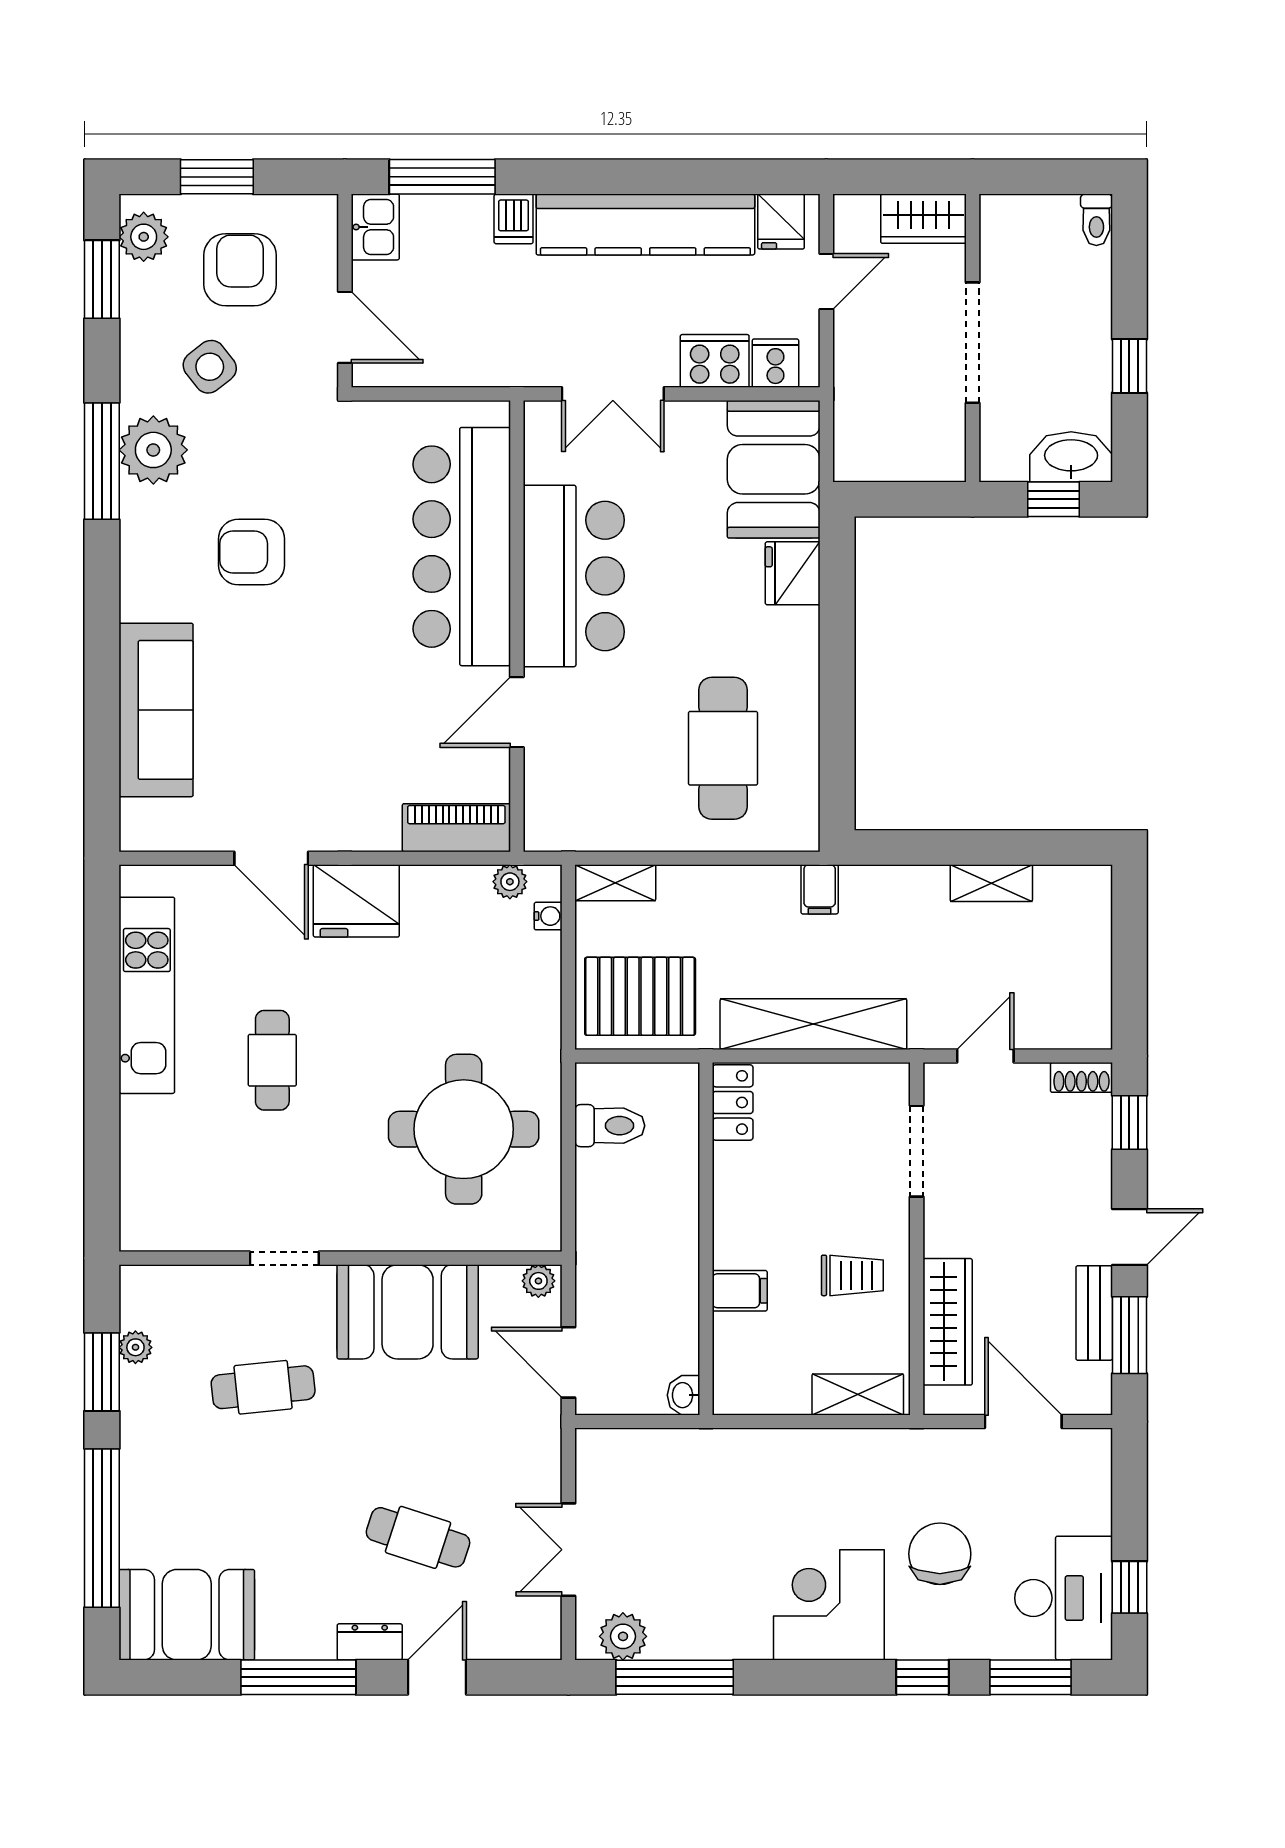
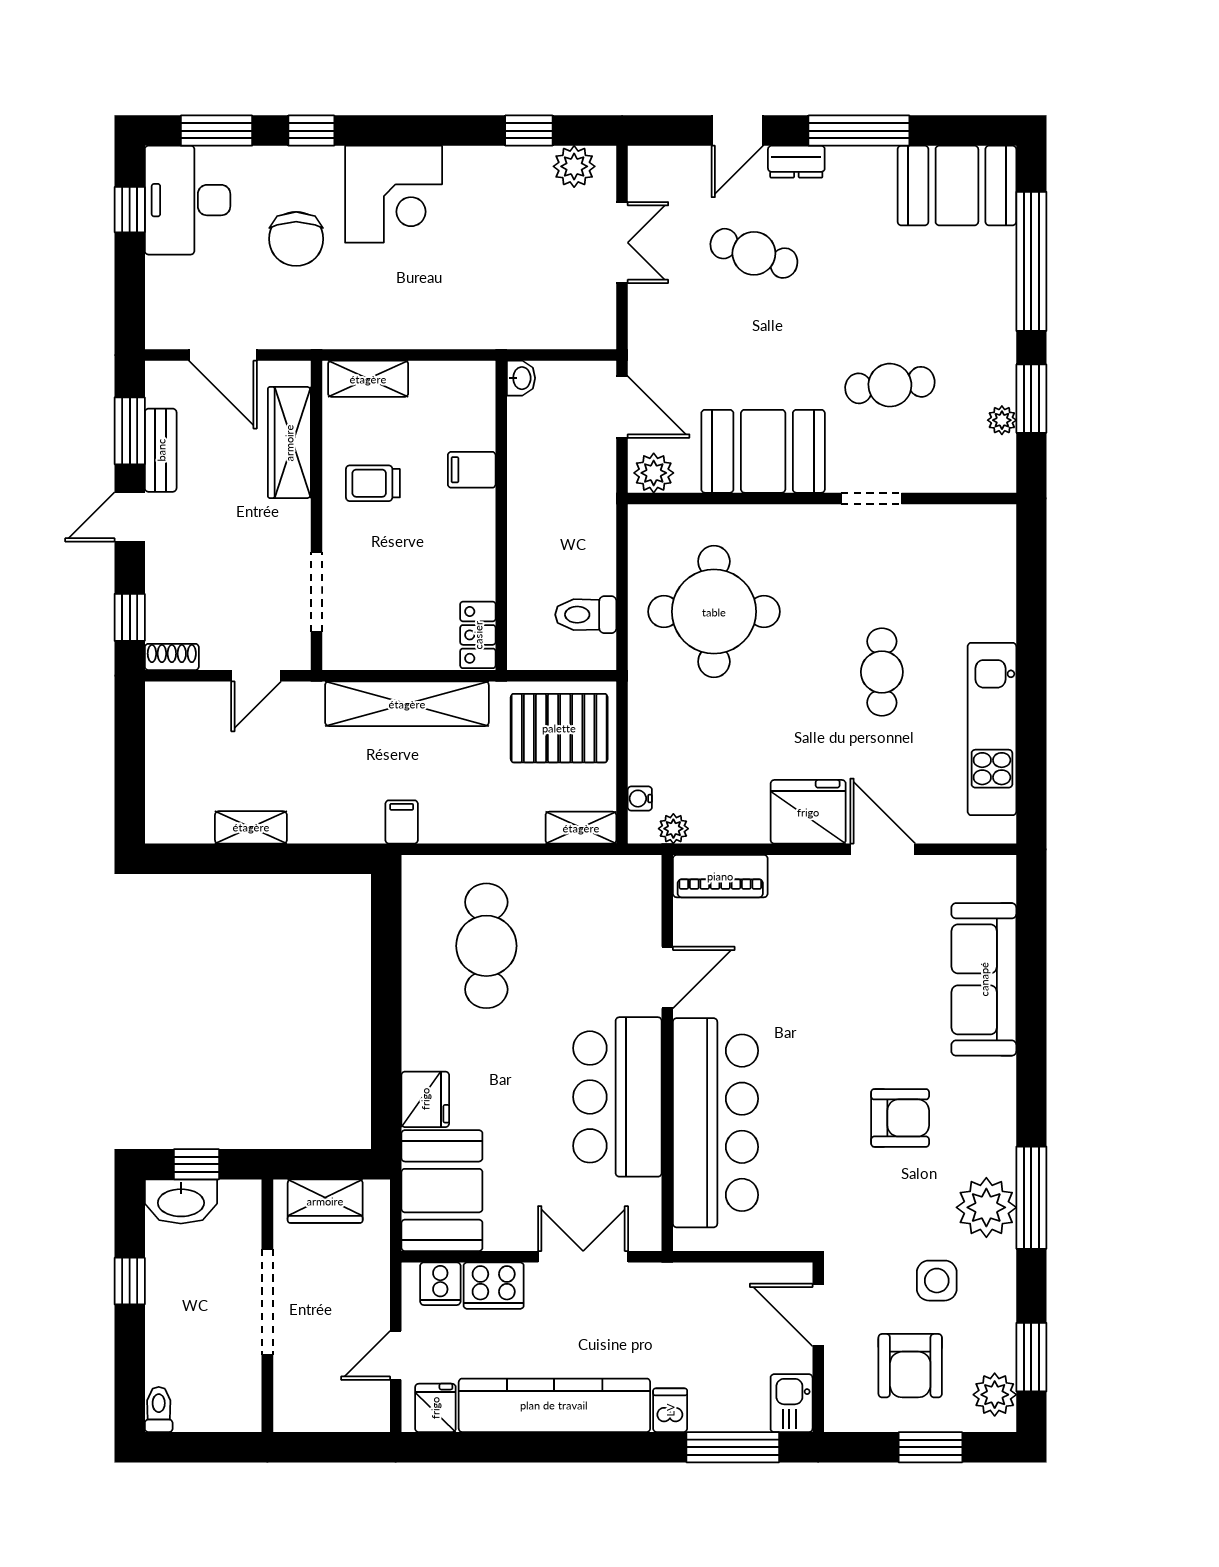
wardrobe: (923, 219) -> (325, 1201), moved, turned 180
side table: (210, 367) -> (937, 1281), turned 38
plant: (538, 1281) -> (654, 473), width x1.38, depth x1.38
window: (675, 1677) -> (529, 131), width x0.46

